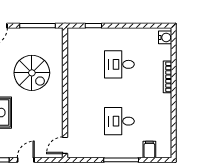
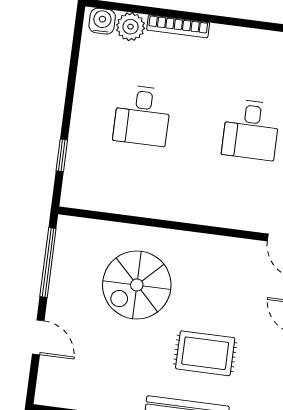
plant: (164, 52) -> (130, 27), added
spiral stairs: (32, 73) -> (137, 285), turned 180

